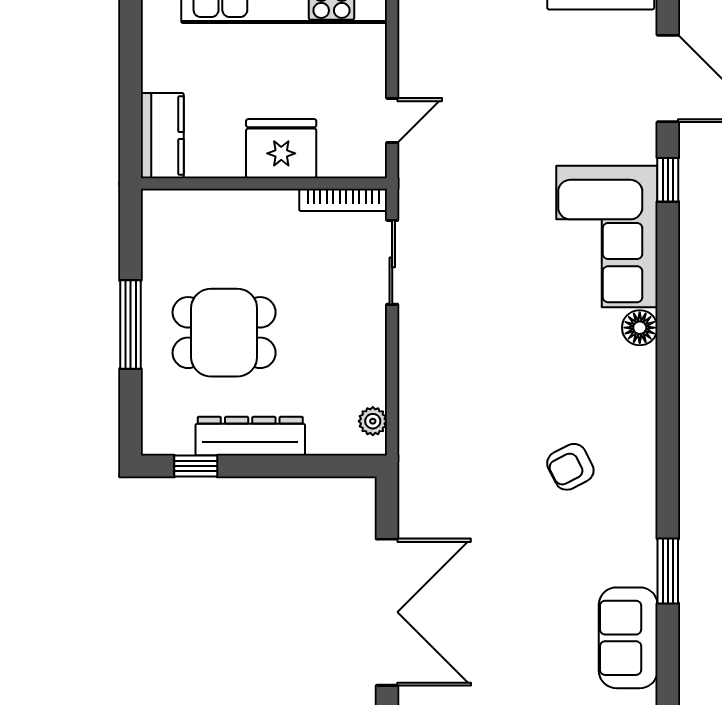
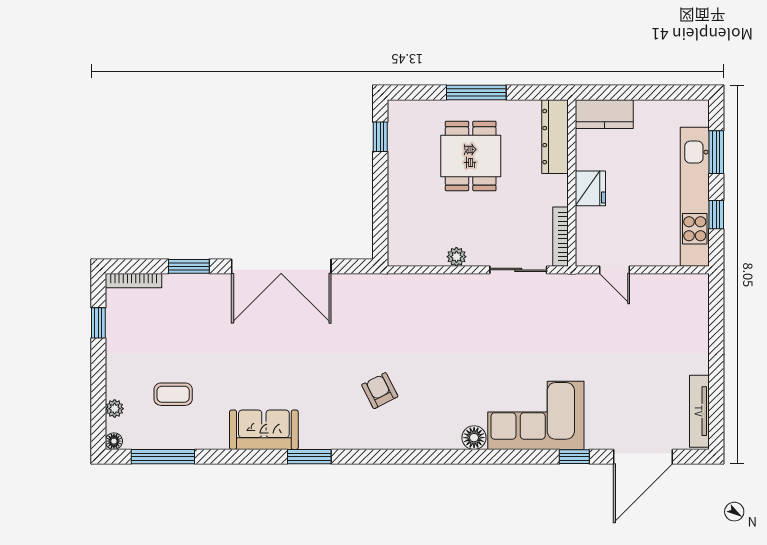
fridge: (281, 149) -> (590, 188), width x0.73, depth x0.75
plant: (373, 421) -> (456, 257), moved
dresser: (250, 436) -> (555, 137), moved, turned 180

